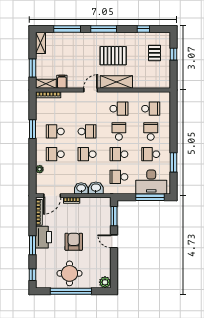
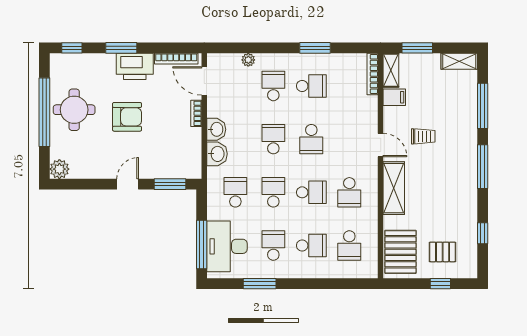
pallet: (113, 56) -> (400, 252), moved
trolley: (85, 64) -> (423, 136), added
school desk: (55, 131) -> (311, 86), turned 90

